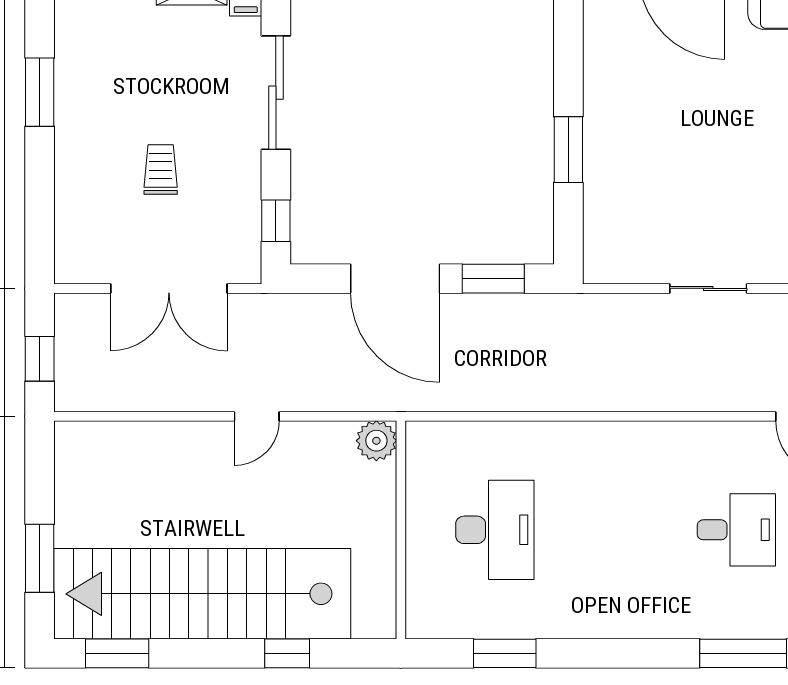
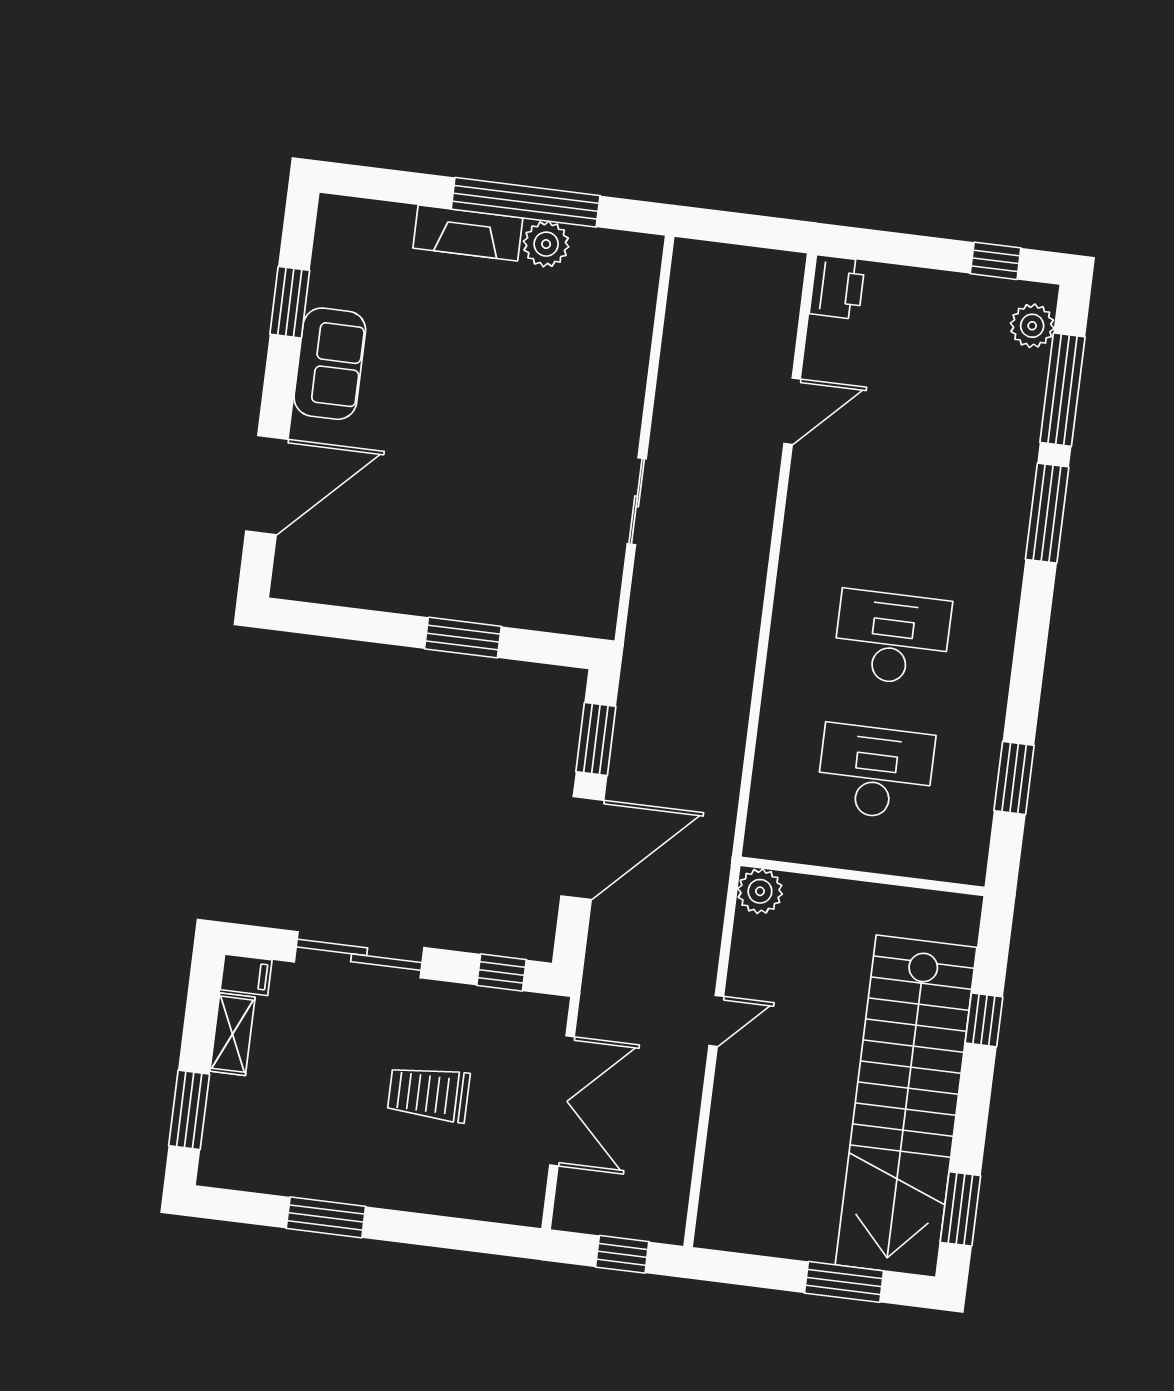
trolley: (161, 169) -> (429, 1094), width x1.36, depth x1.39
door: (257, 416) -> (716, 1021), hinge flipped
desk: (736, 530) -> (892, 638), moved, width x1.37

